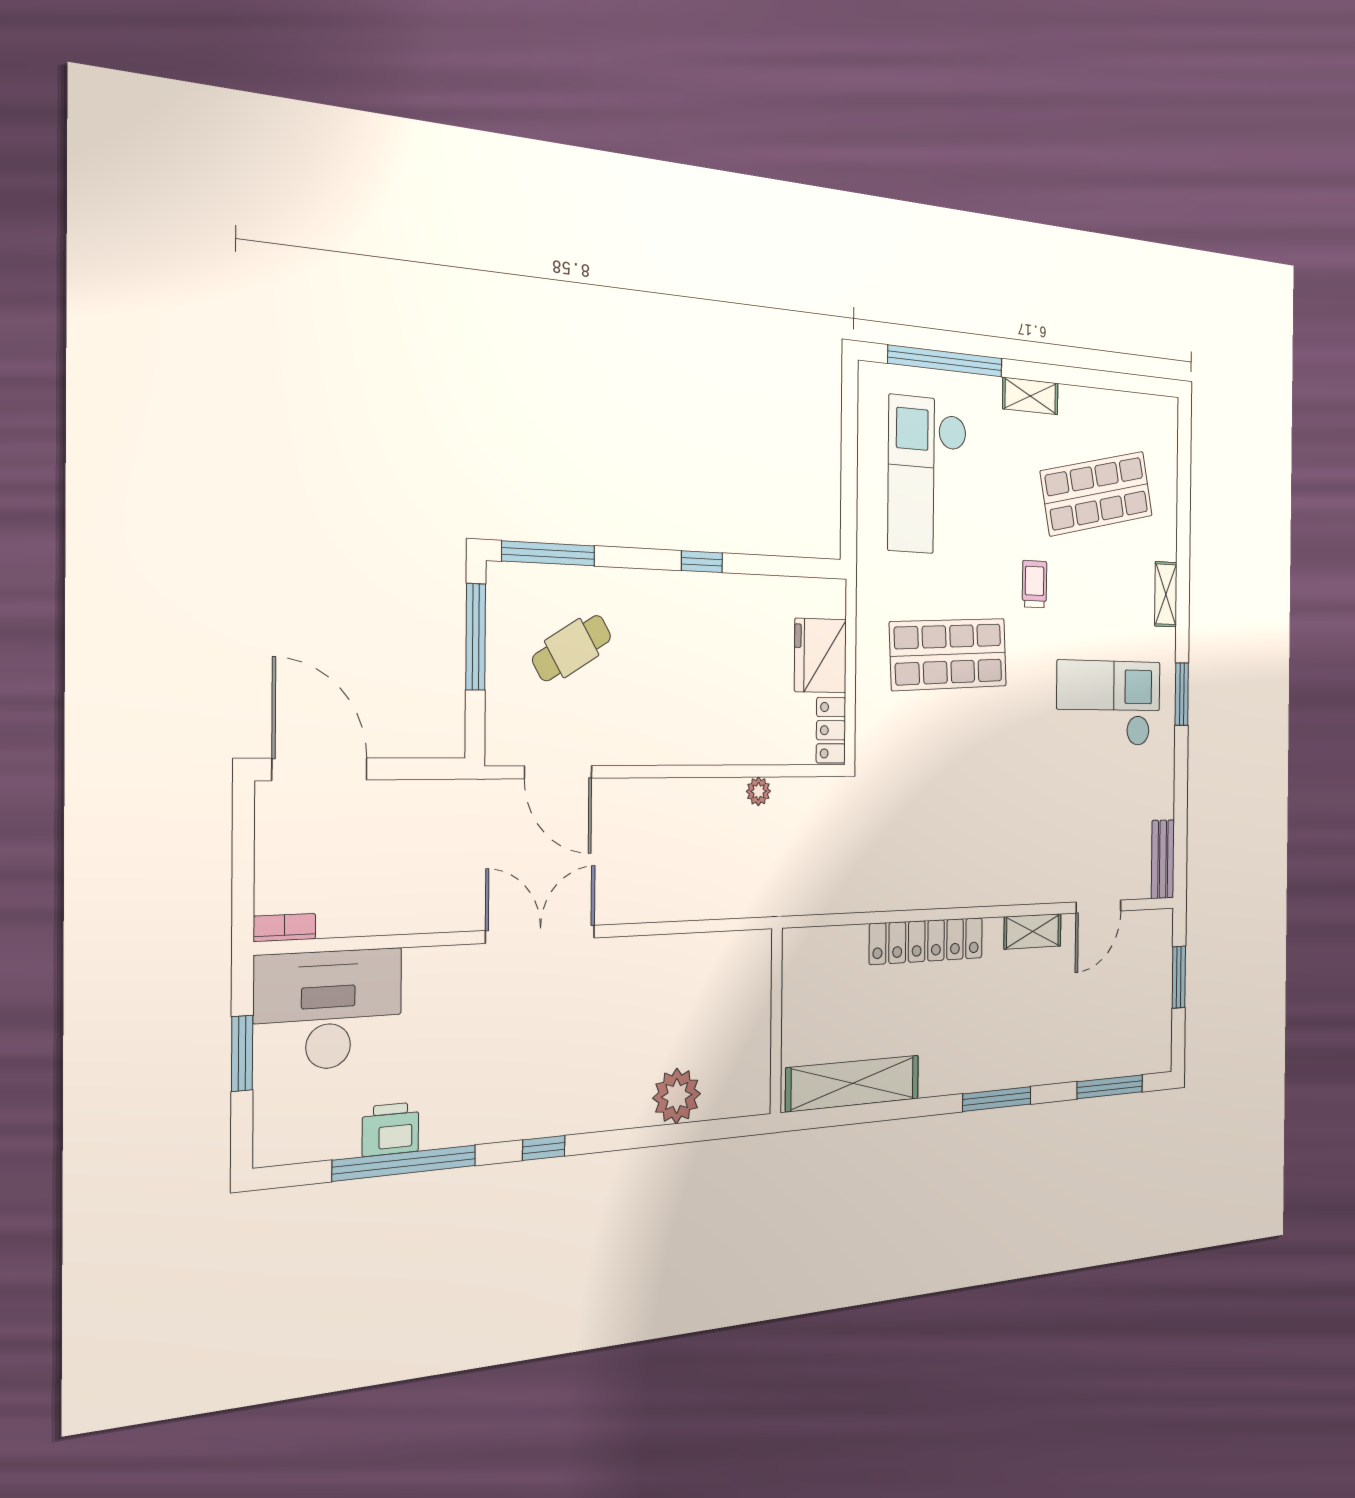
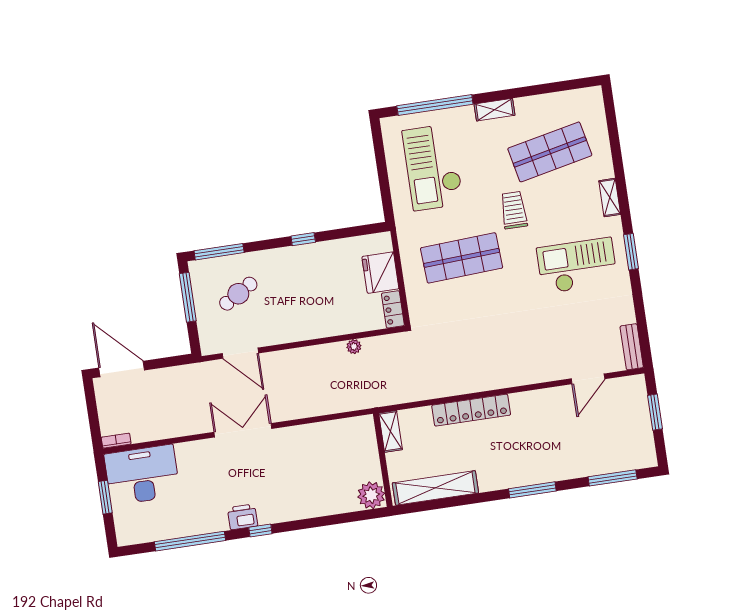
trolley: (1035, 584) -> (514, 210), width x1.36, depth x1.39
shelving: (1033, 931) -> (391, 431), moved, turned 90
plant: (677, 1096) -> (371, 495), moved
printer: (390, 1129) -> (243, 517), moved

